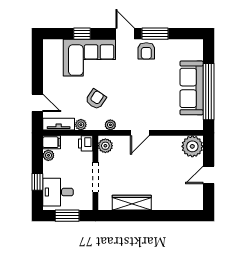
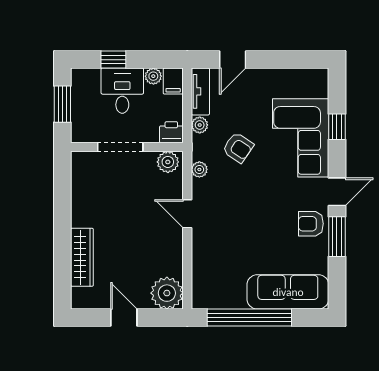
sofa: (192, 88) -> (288, 292), moved
desk: (58, 192) -> (122, 91), moved
wardrobe: (132, 203) -> (82, 257), moved

